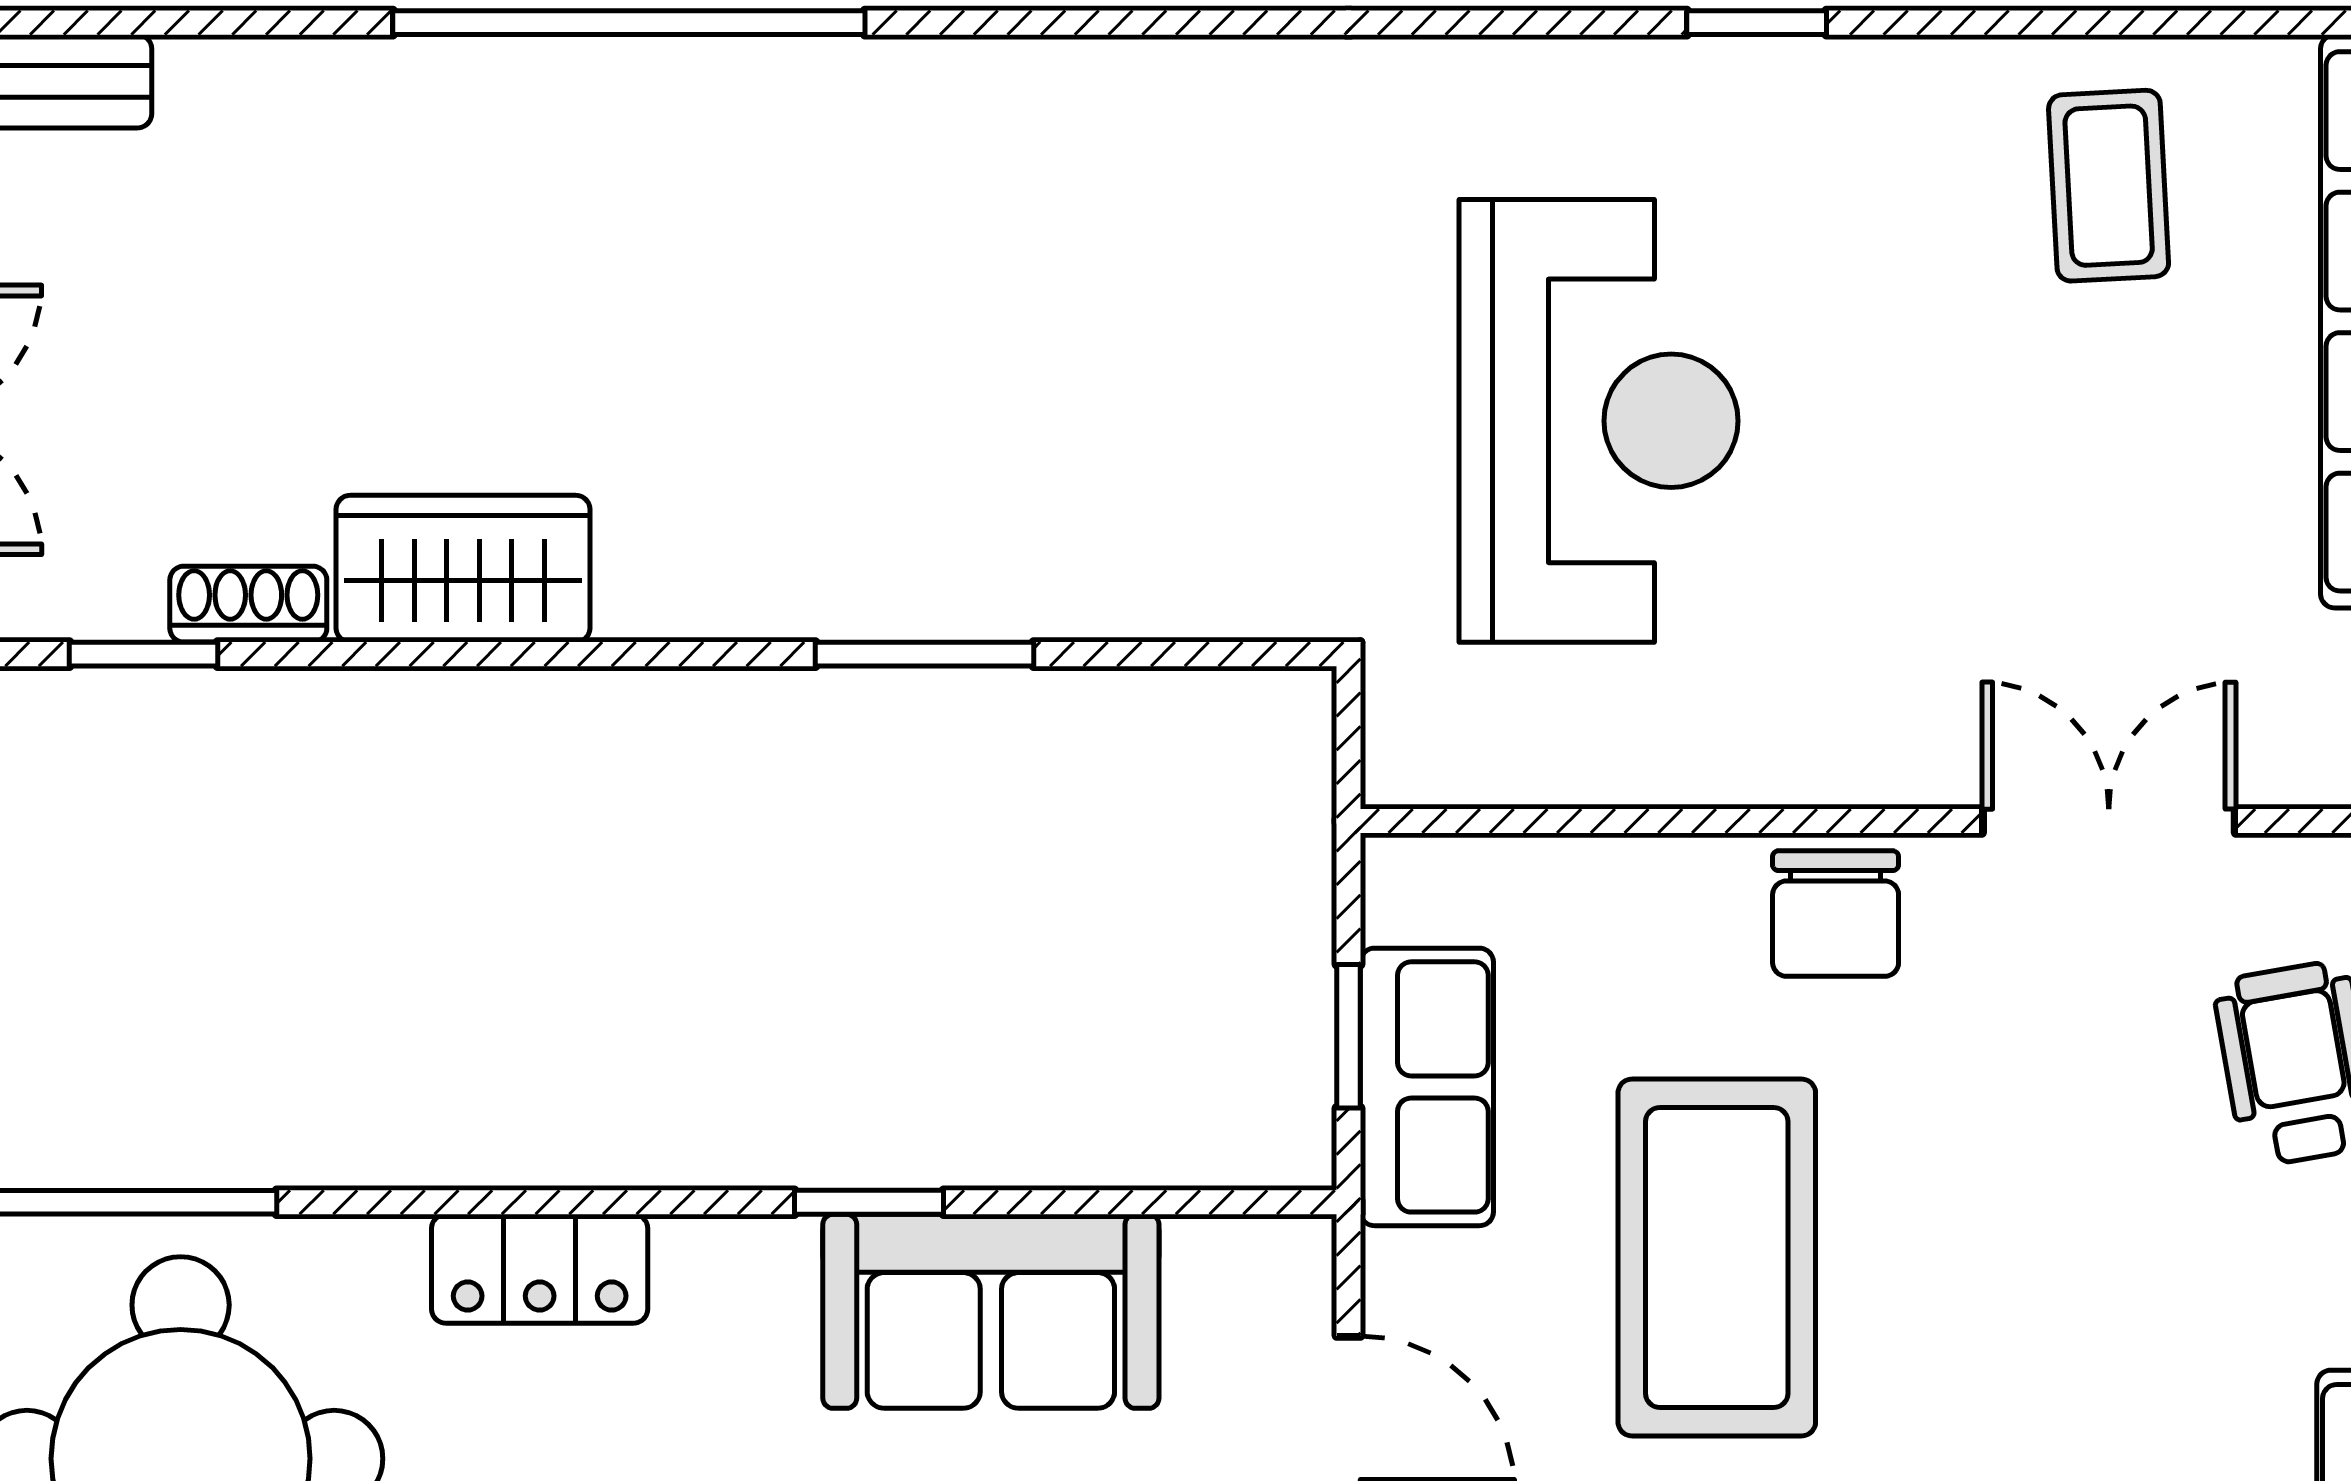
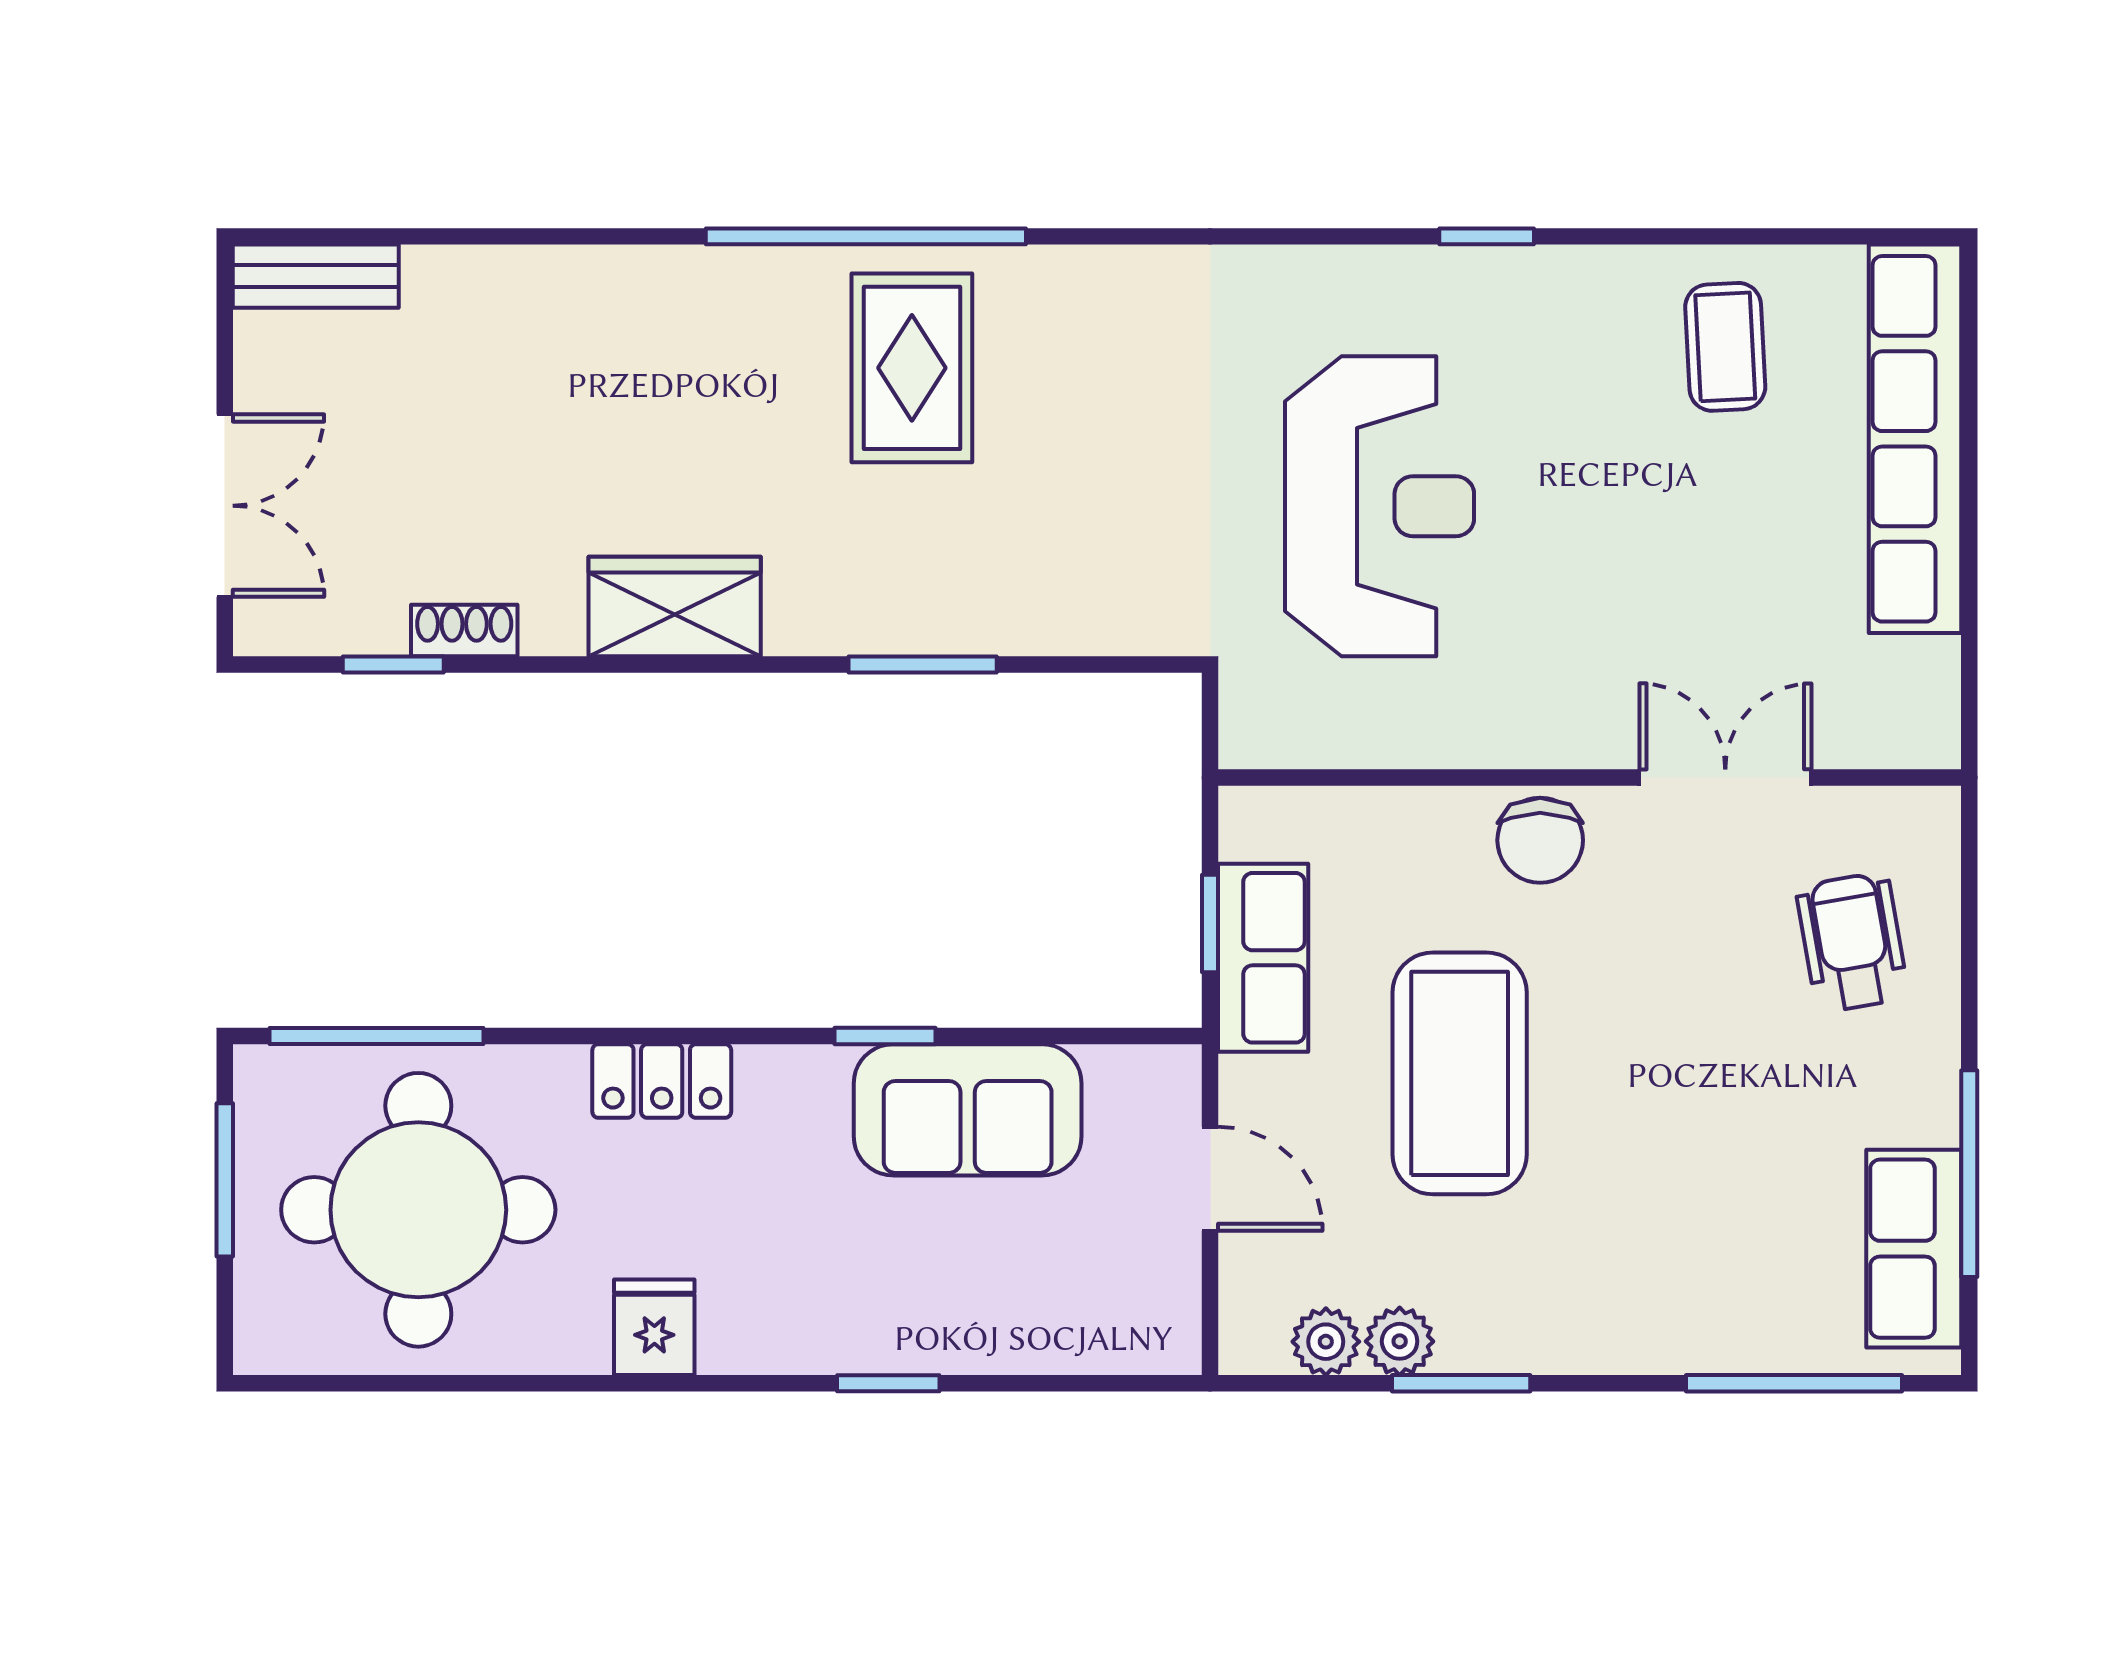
window: (629, 23) -> (866, 236), moved
rug: (909, 217) -> (912, 368), added
wardrobe: (463, 569) -> (675, 607), moved

